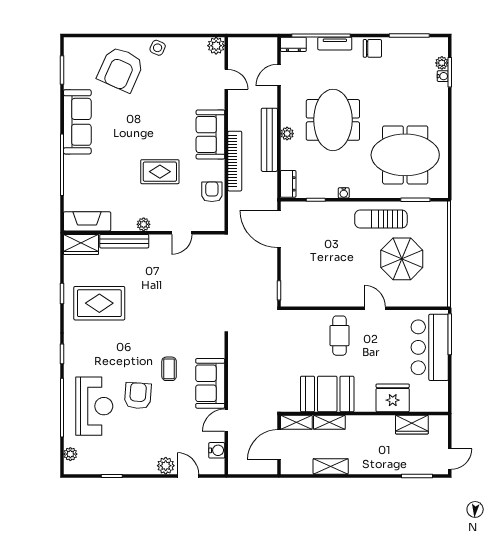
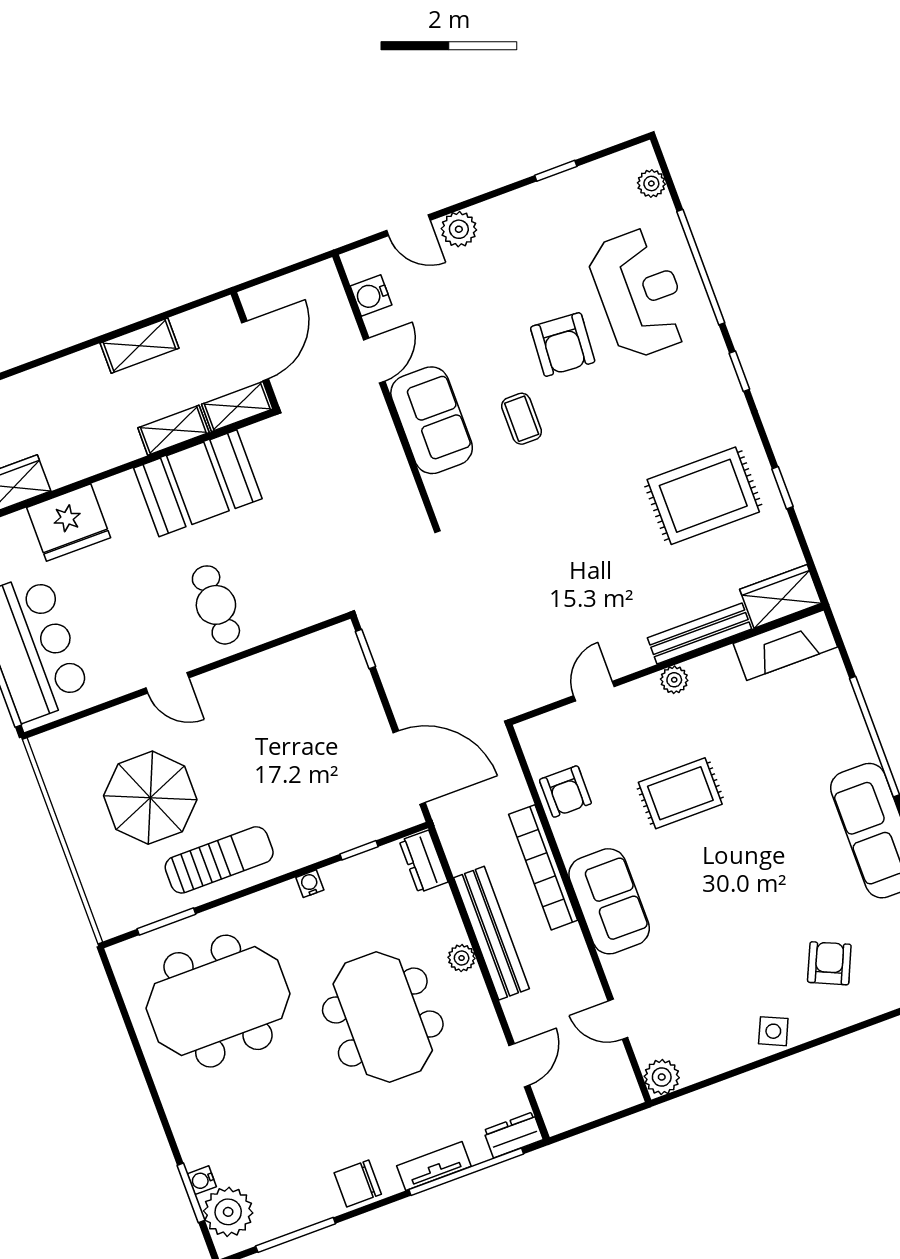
plant: (442, 63) -> (228, 1212), width x1.88, depth x1.88
armchair: (121, 69) -> (829, 963), width x0.53, depth x0.53
reception desk: (94, 406) -> (640, 293), turned 180

